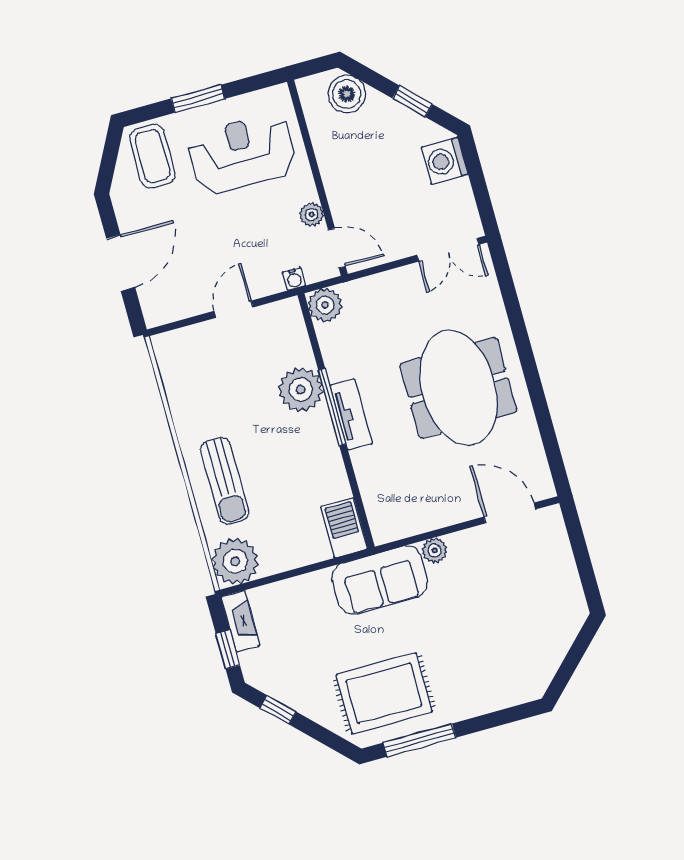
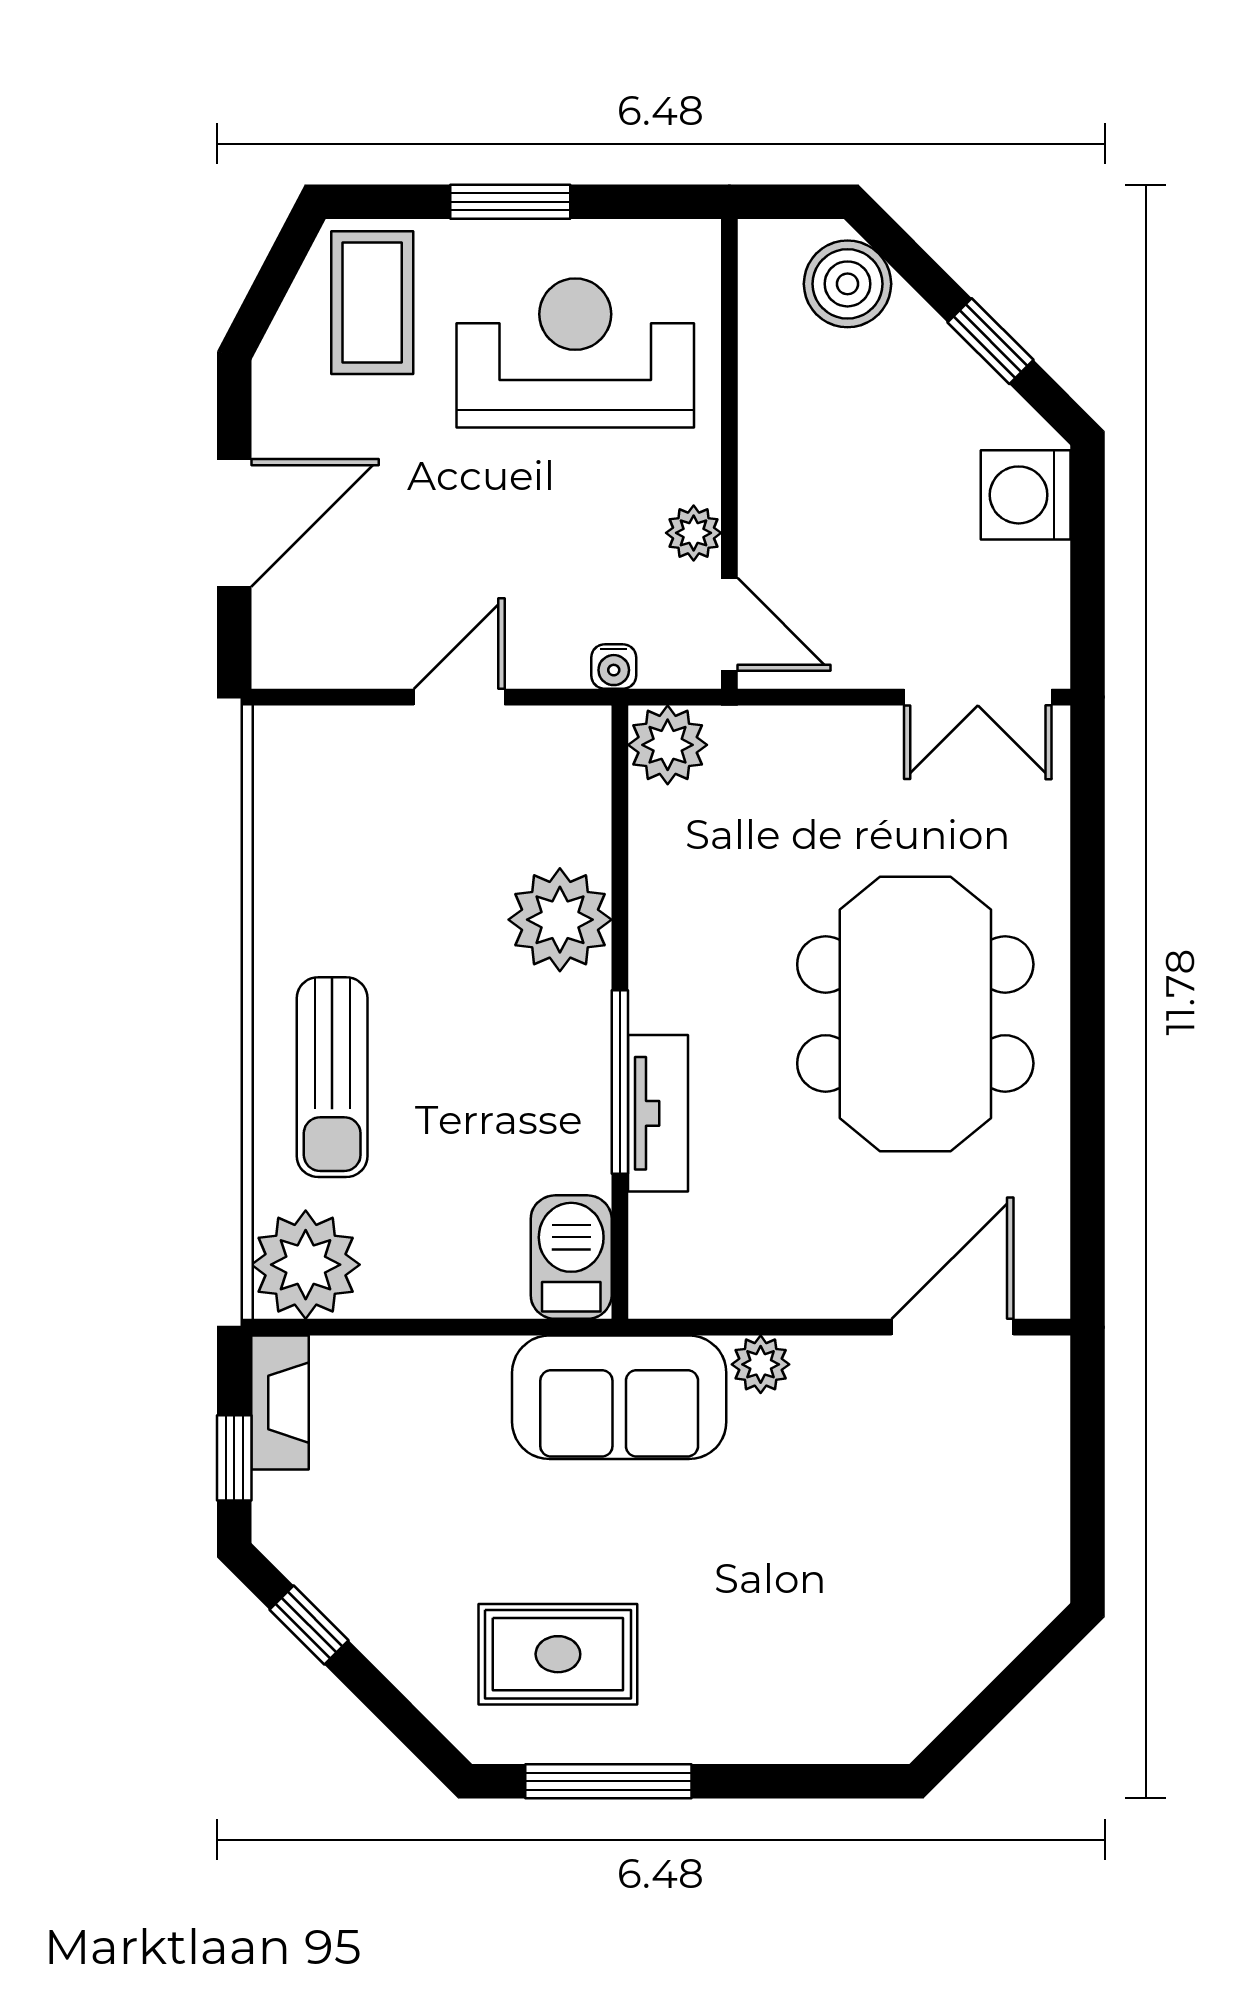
window: (332, 407) -> (620, 1082), moved
tv unit: (351, 414) -> (658, 1113), moved
door: (510, 513) -> (953, 1327), hinge flipped
rug: (384, 693) -> (558, 1654), width x0.73, depth x0.70

